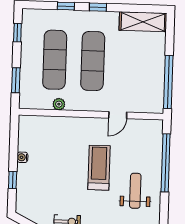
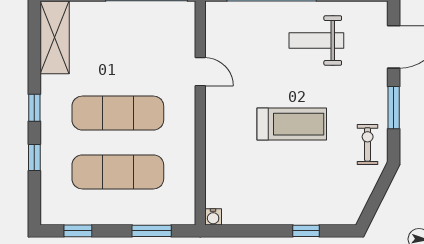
plant: (59, 104) -> (186, 163), removed
water cooler: (22, 157) -> (213, 217), moved
treadmill: (99, 168) -> (292, 124), moved, turned 180

